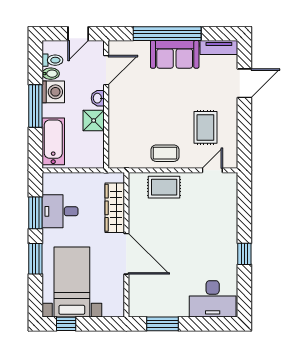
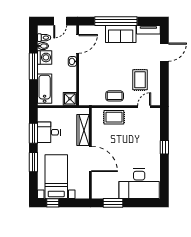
shower: (94, 120) -> (70, 99), moved
window: (244, 254) -> (164, 147), moved
desk: (213, 299) -> (139, 184), width x1.36, depth x1.30

